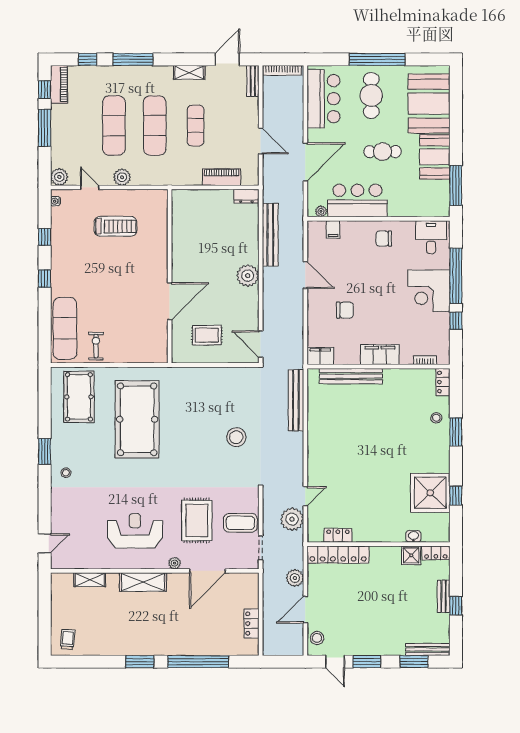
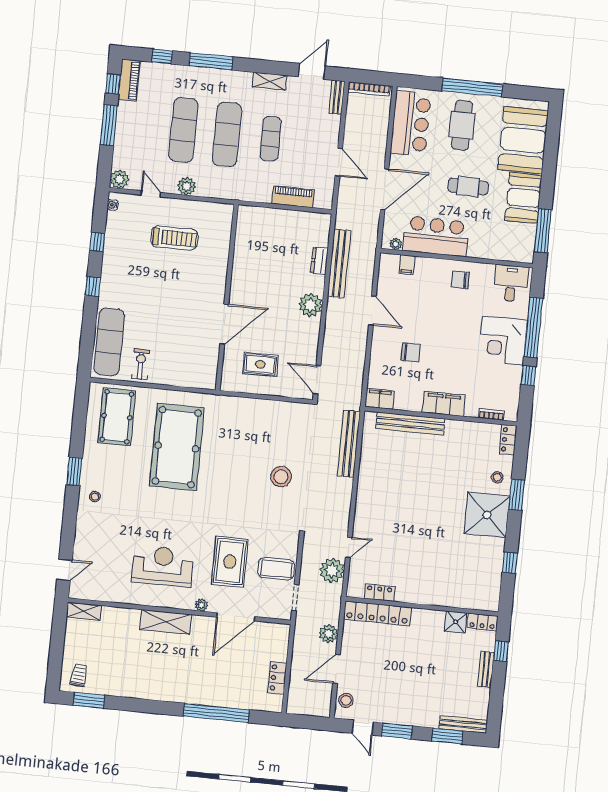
dresser: (246, 196) -> (319, 261), moved, turned 90
shower: (430, 493) -> (487, 515), moved
washbasin: (413, 536) -> (460, 602), removed
shelving: (90, 580) -> (84, 611), moved
window: (456, 606) -> (501, 651), moved
window: (140, 662) -> (89, 700), moved

